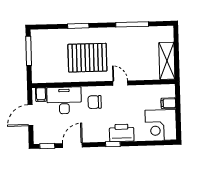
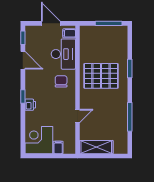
pallet: (87, 58) -> (101, 76), turned 90
door: (120, 83) -> (77, 116), moved
printer: (122, 133) -> (30, 105), width x0.53, depth x0.68

